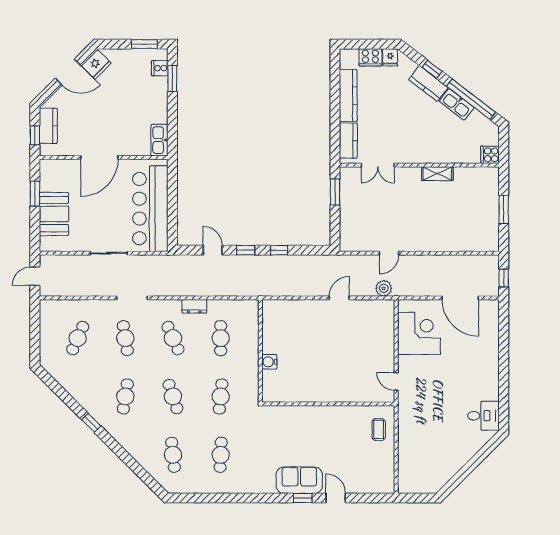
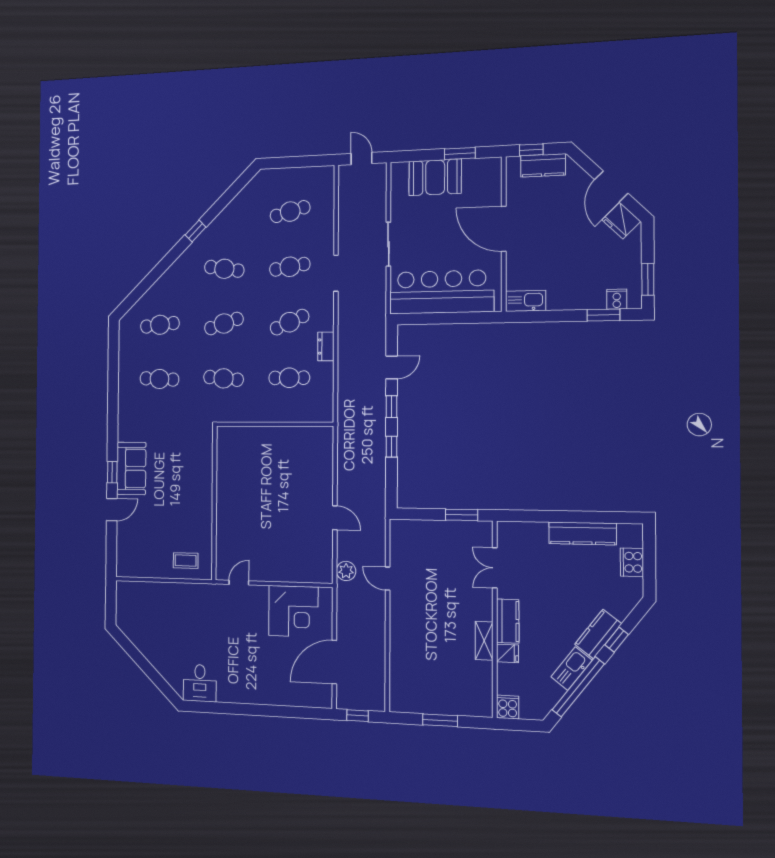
fridge: (390, 57) -> (507, 653), moved, turned 180
kitchen counter: (348, 141) -> (508, 621), moved, turned -90
cafe table: (78, 338) -> (290, 212), turned -39
water cooler: (269, 362) -> (262, 435), removed

